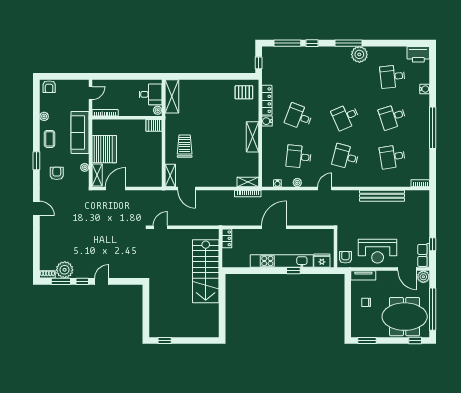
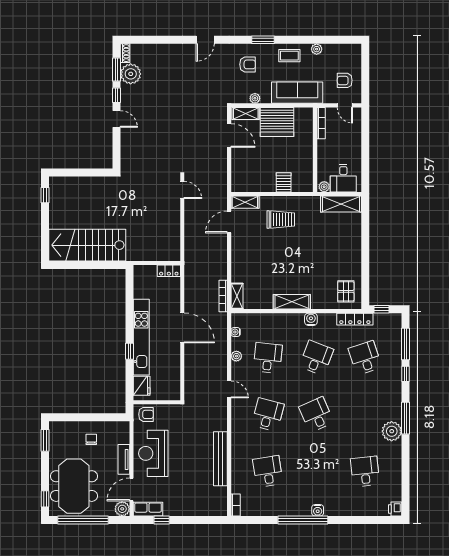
printer: (418, 54) -> (395, 509), width x0.53, depth x0.68
armchair: (49, 87) -> (345, 80), moved
water cooler: (425, 89) -> (318, 510), moved
locker: (267, 100) -> (355, 319), moved
desk: (392, 117) -> (365, 358), moved
server rack: (154, 125) -> (284, 182), moved
stairs: (206, 271) -> (87, 245), moved
tv unit: (363, 275) -> (124, 459), moved

